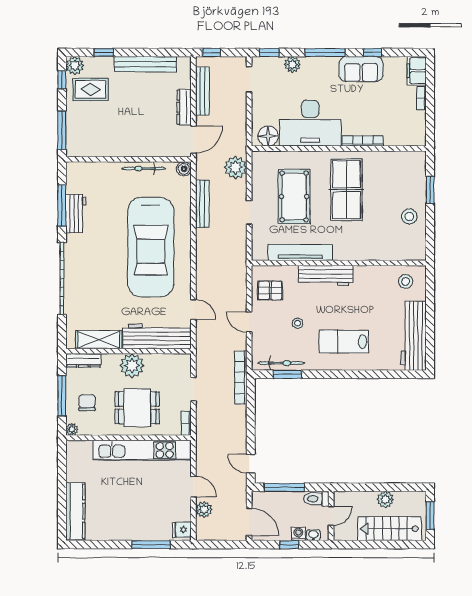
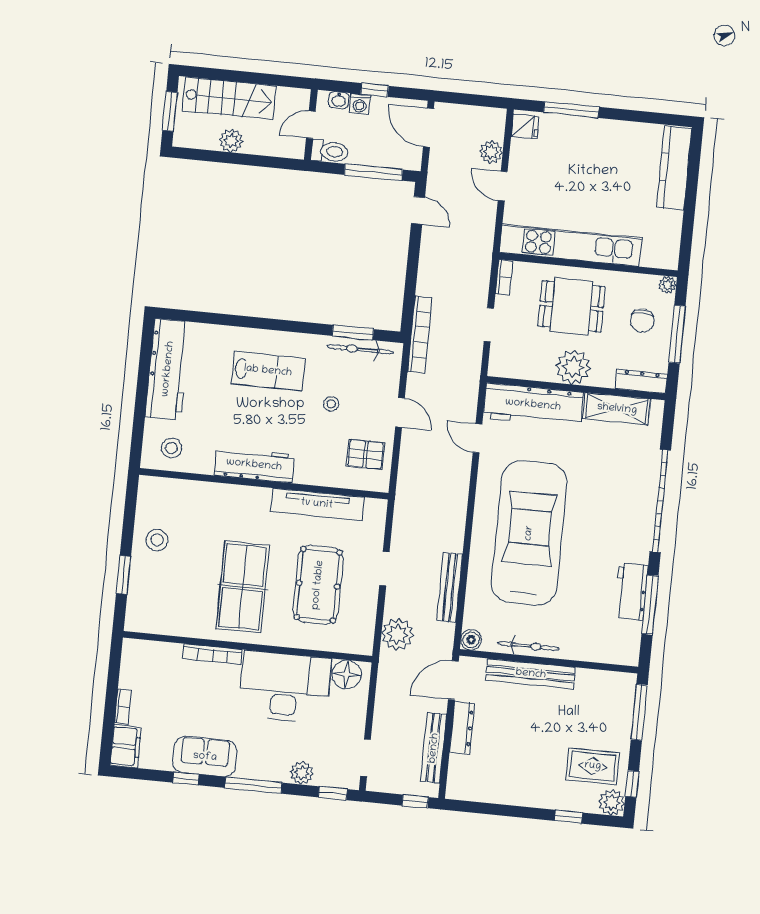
bench: (145, 64) -> (531, 674), moved
workbench: (326, 275) -> (254, 465), moved

